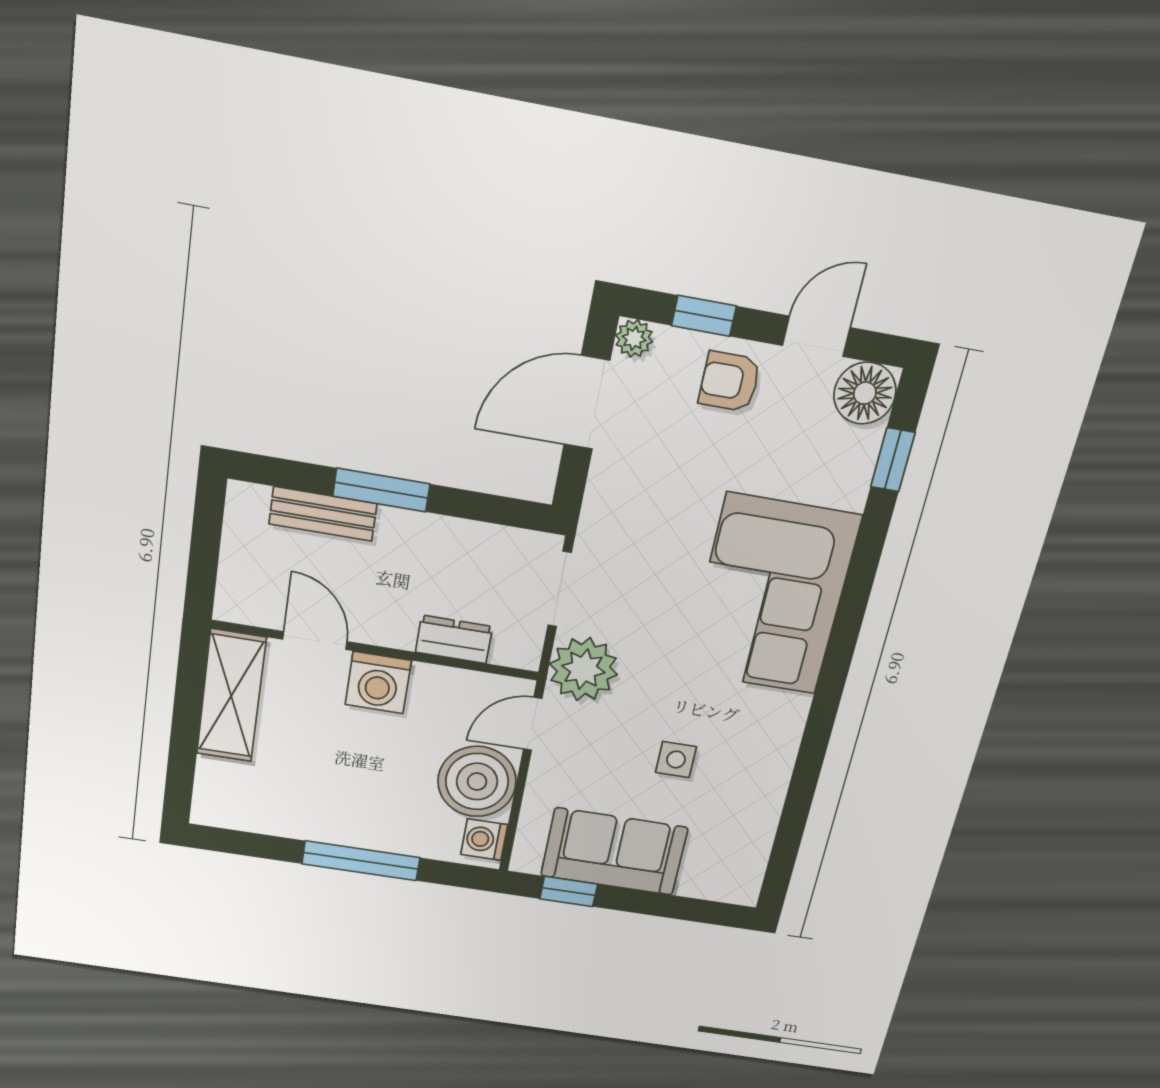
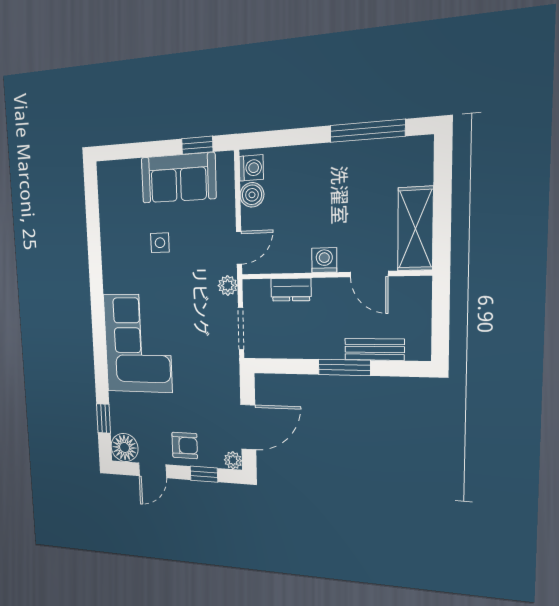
plant: (583, 669) -> (228, 285), width x0.53, depth x0.53
washing machine: (378, 683) -> (324, 260), width x0.73, depth x0.73
boiler: (477, 782) -> (252, 195), width x0.54, depth x0.54
window: (361, 861) -> (367, 131), moved

